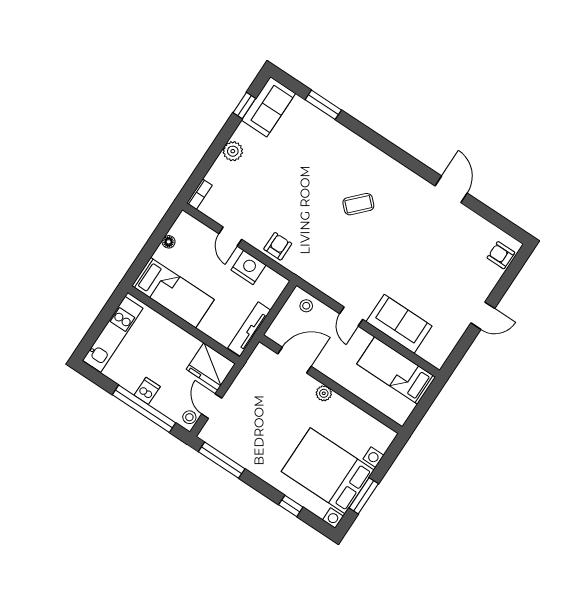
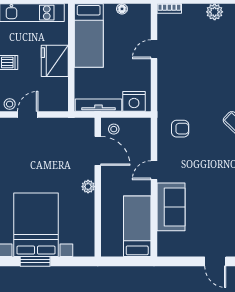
armchair: (278, 246) -> (180, 129), moved
nightstand: (248, 267) -> (134, 101), moved, turned 90
stool: (306, 306) -> (114, 129), moved
fridge: (211, 367) -> (55, 61), moved

